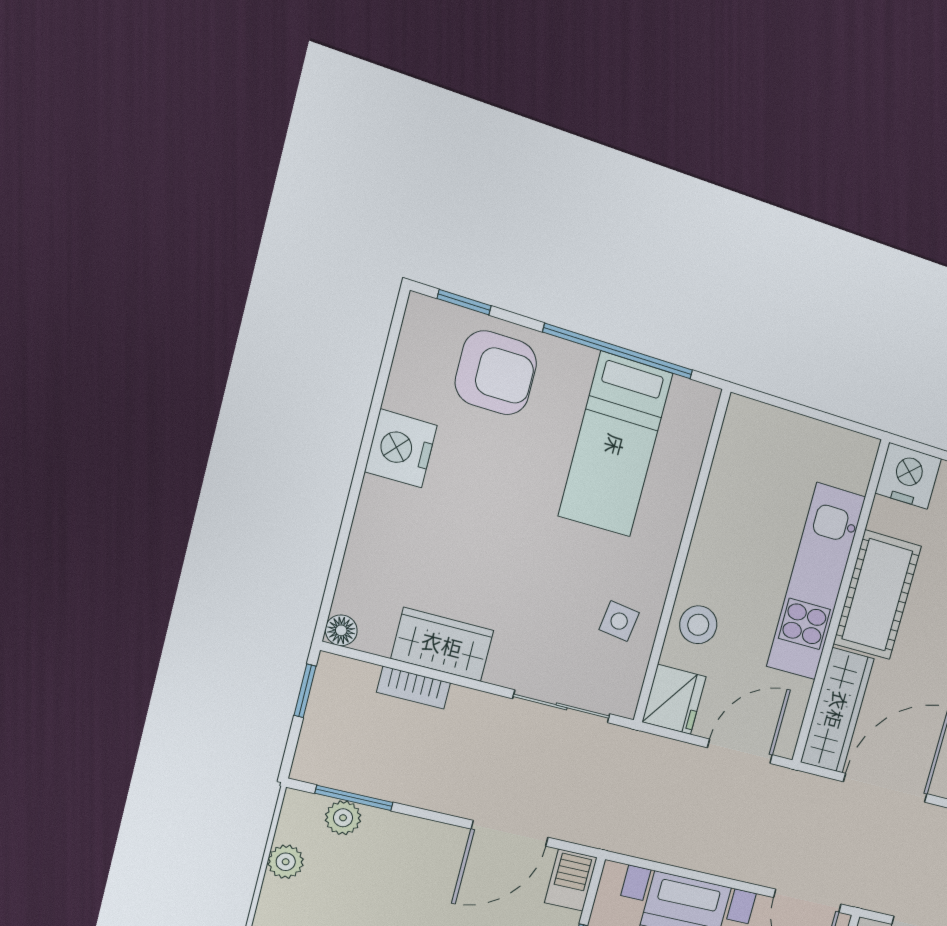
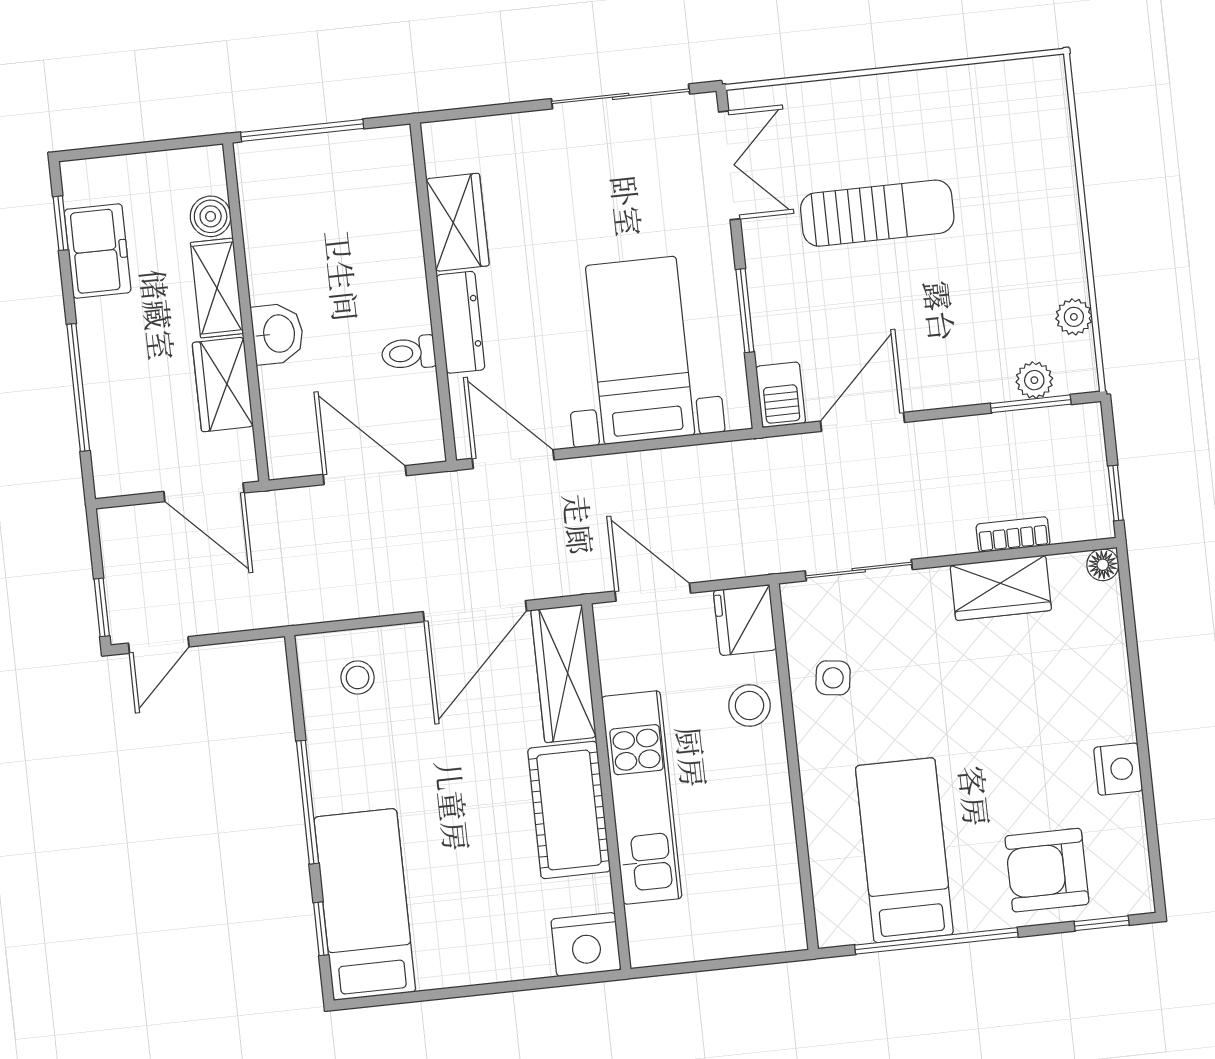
nightstand: (401, 448) -> (1118, 769), width x0.74, depth x0.75
door: (740, 751) -> (653, 592), swing flipped

